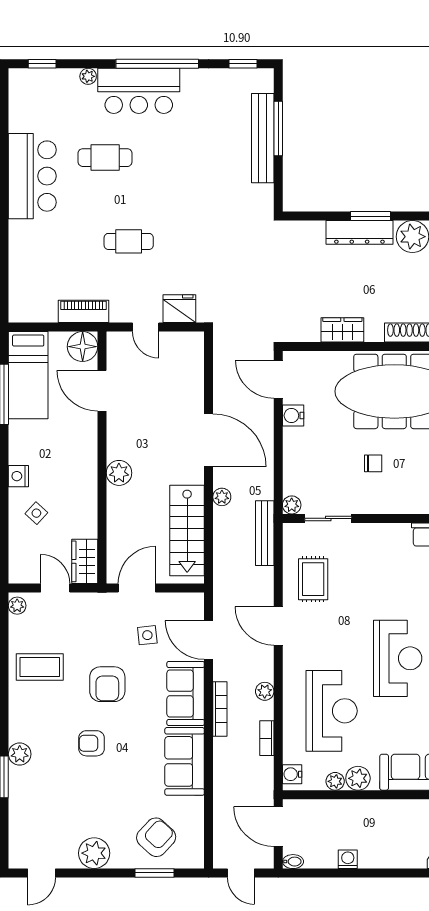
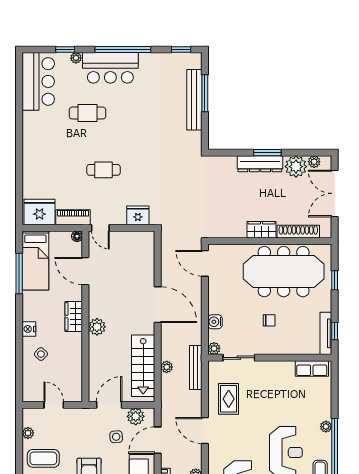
window: (42, 64) -> (65, 49), moved
bar counter: (32, 176) -> (38, 81), moved
fridge: (34, 304) -> (39, 212), added
door: (146, 327) -> (100, 228), moved
wardrobe: (342, 330) -> (261, 230), moved
floor lamp: (83, 347) -> (77, 236), width x0.53, depth x0.53
water cooler: (293, 416) -> (215, 322), moved
plant: (222, 497) -> (167, 367), moved
wardrobe: (85, 561) -> (74, 317), moved
plant: (176, 605) -> (136, 416), added
plant: (17, 606) -> (28, 433), moved
door: (209, 640) -> (158, 440), hinge flipped

